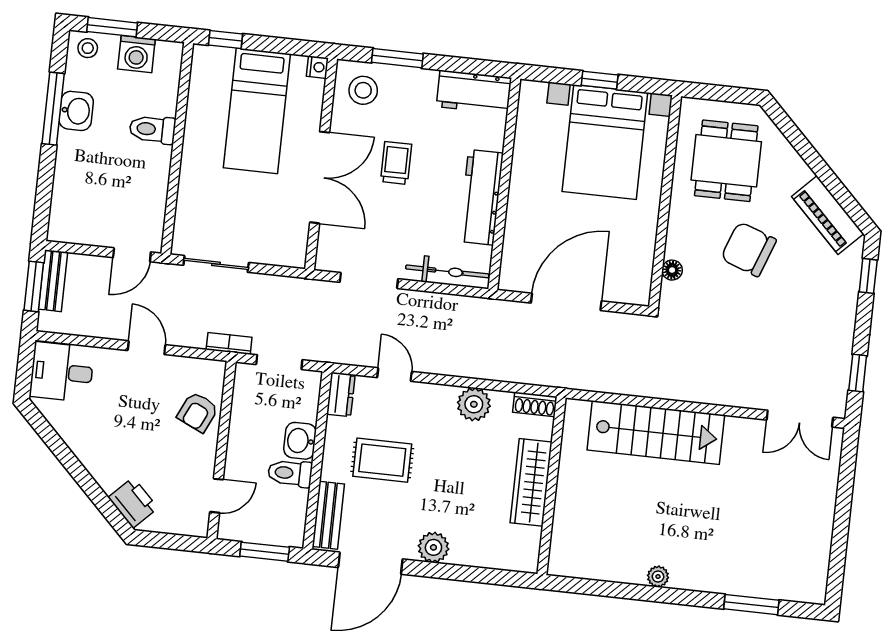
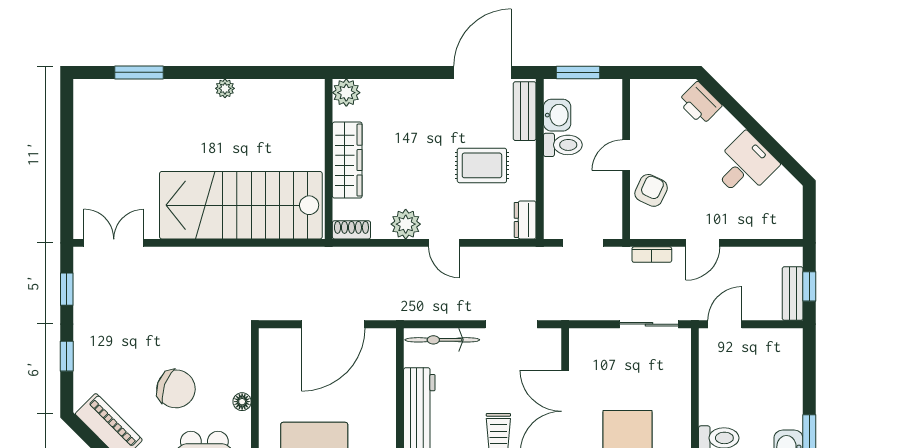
floor lamp: (672, 270) -> (242, 402), moved
window: (868, 276) -> (67, 356), moved
window: (34, 286) -> (809, 286), width x0.67
bookcase: (229, 343) -> (652, 255), moved
door: (147, 348) -> (703, 243), hinge flipped
desk: (62, 372) -> (745, 166), moved, turned -45
door: (394, 375) -> (444, 243), moved
stairs: (656, 432) -> (241, 205), width x1.36, depth x1.51
washbasin: (300, 441) -> (557, 115), moved
door: (217, 496) -> (626, 155), moved
plant: (433, 547) -> (346, 93), moved

